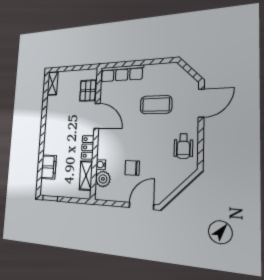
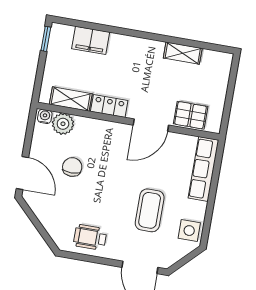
side table: (167, 73) -> (189, 231), added
shelving: (52, 83) -> (183, 53), moved
water cooler: (101, 165) -> (45, 116), moved

